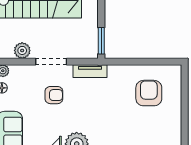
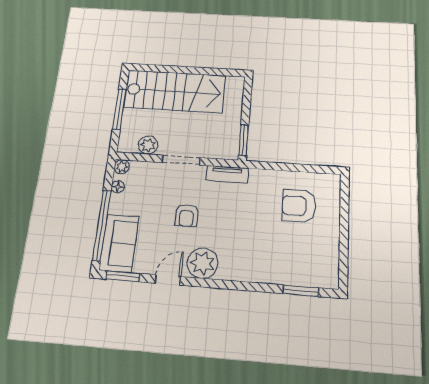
armchair: (149, 93) -> (299, 206), turned -90
armchair: (54, 95) -> (187, 215), moved, turned 90

